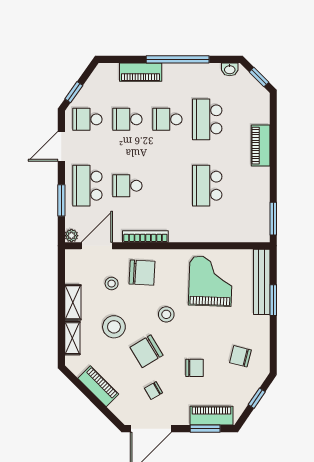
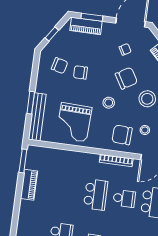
piano: (261, 146) -> (29, 185), moved
school desk: (207, 186) -> (96, 195), moved
chair: (195, 368) -> (80, 72), moved

